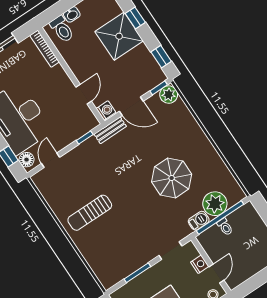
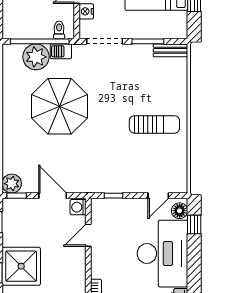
bench: (110, 130) -> (170, 50), moved
parasol: (172, 178) -> (60, 106), width x1.36, depth x1.36
toilet: (225, 227) -> (59, 30), moved
doorway: (170, 251) -> (105, 41), width x1.38

